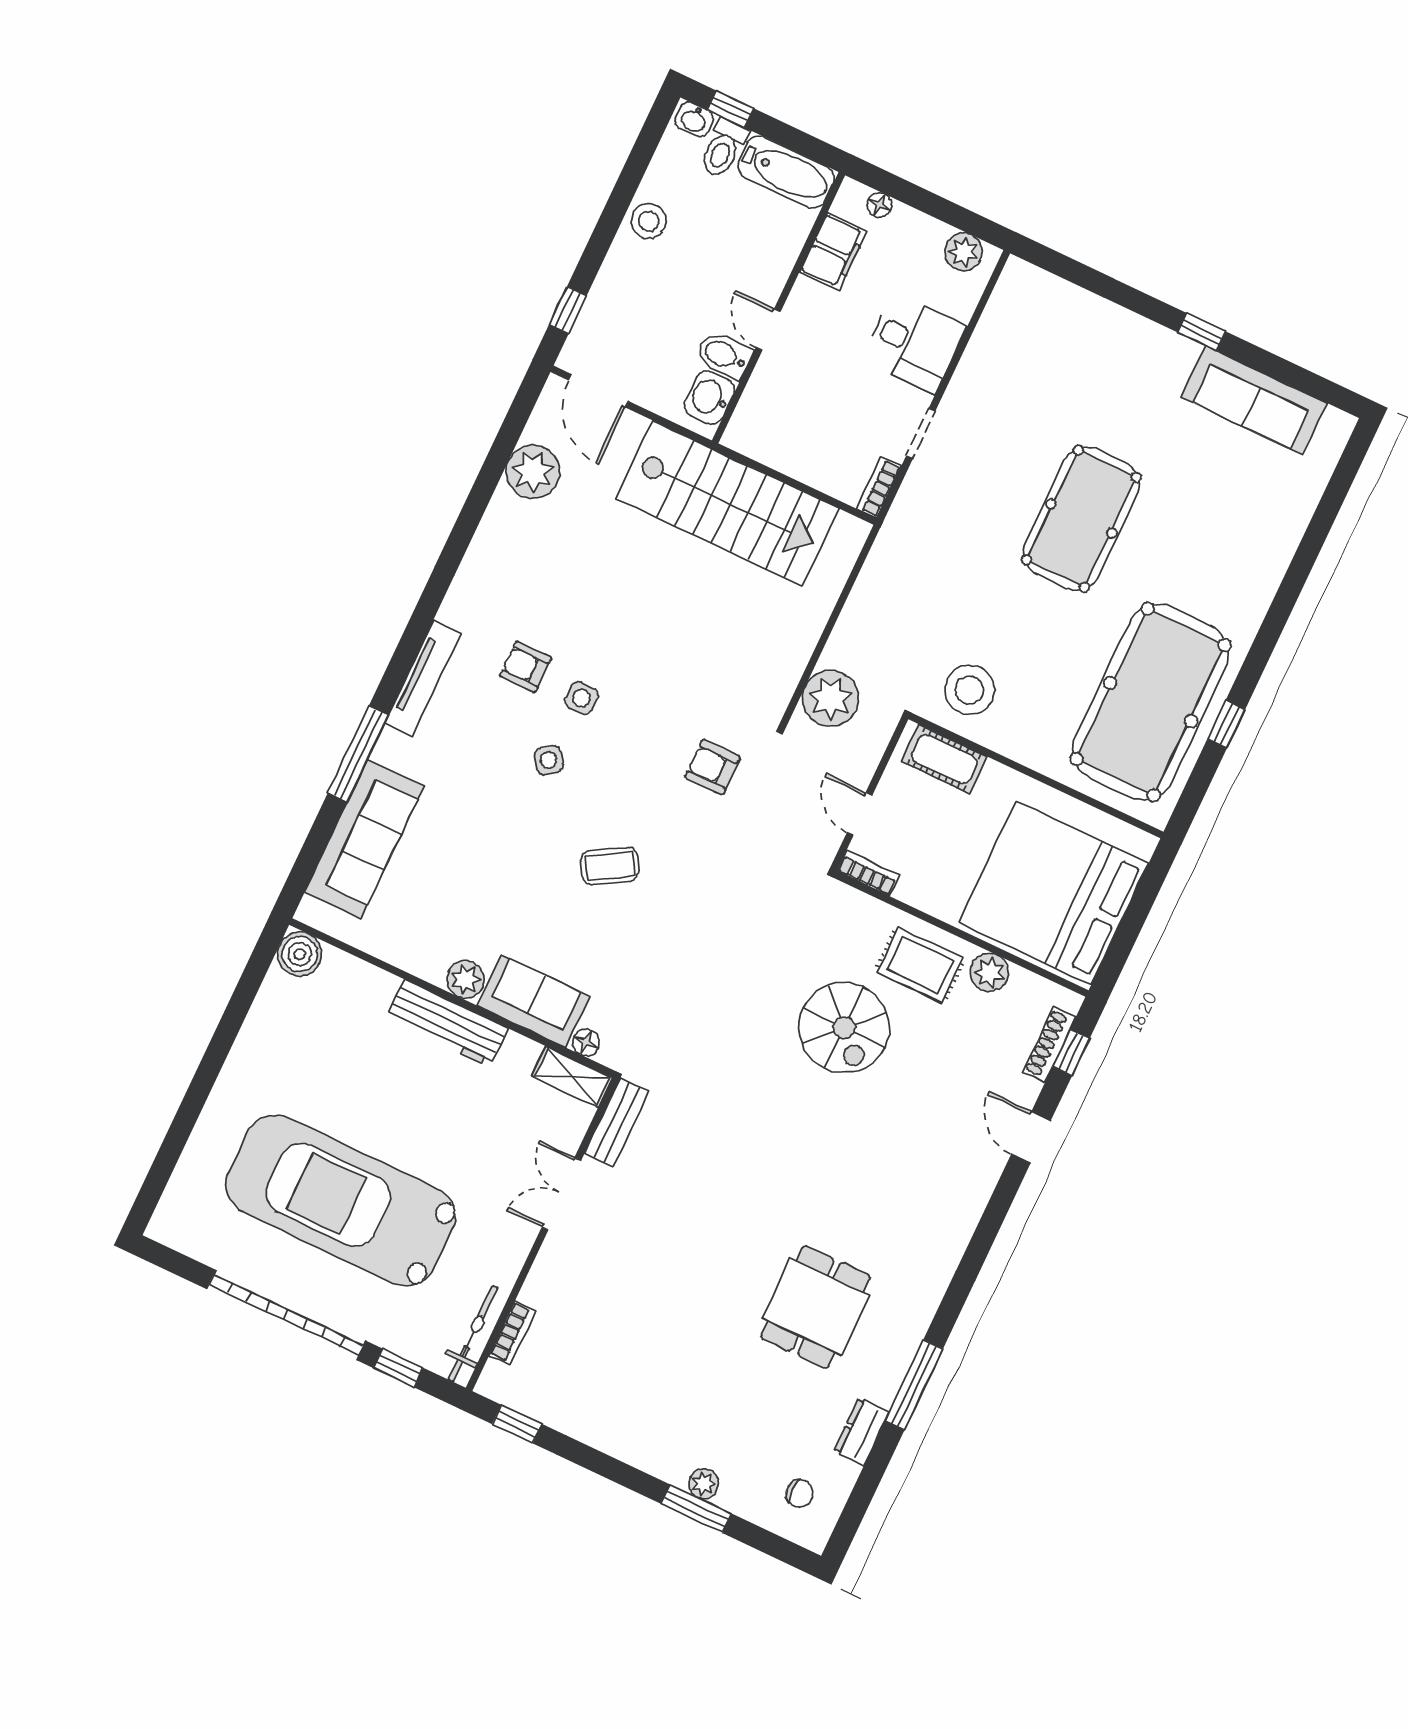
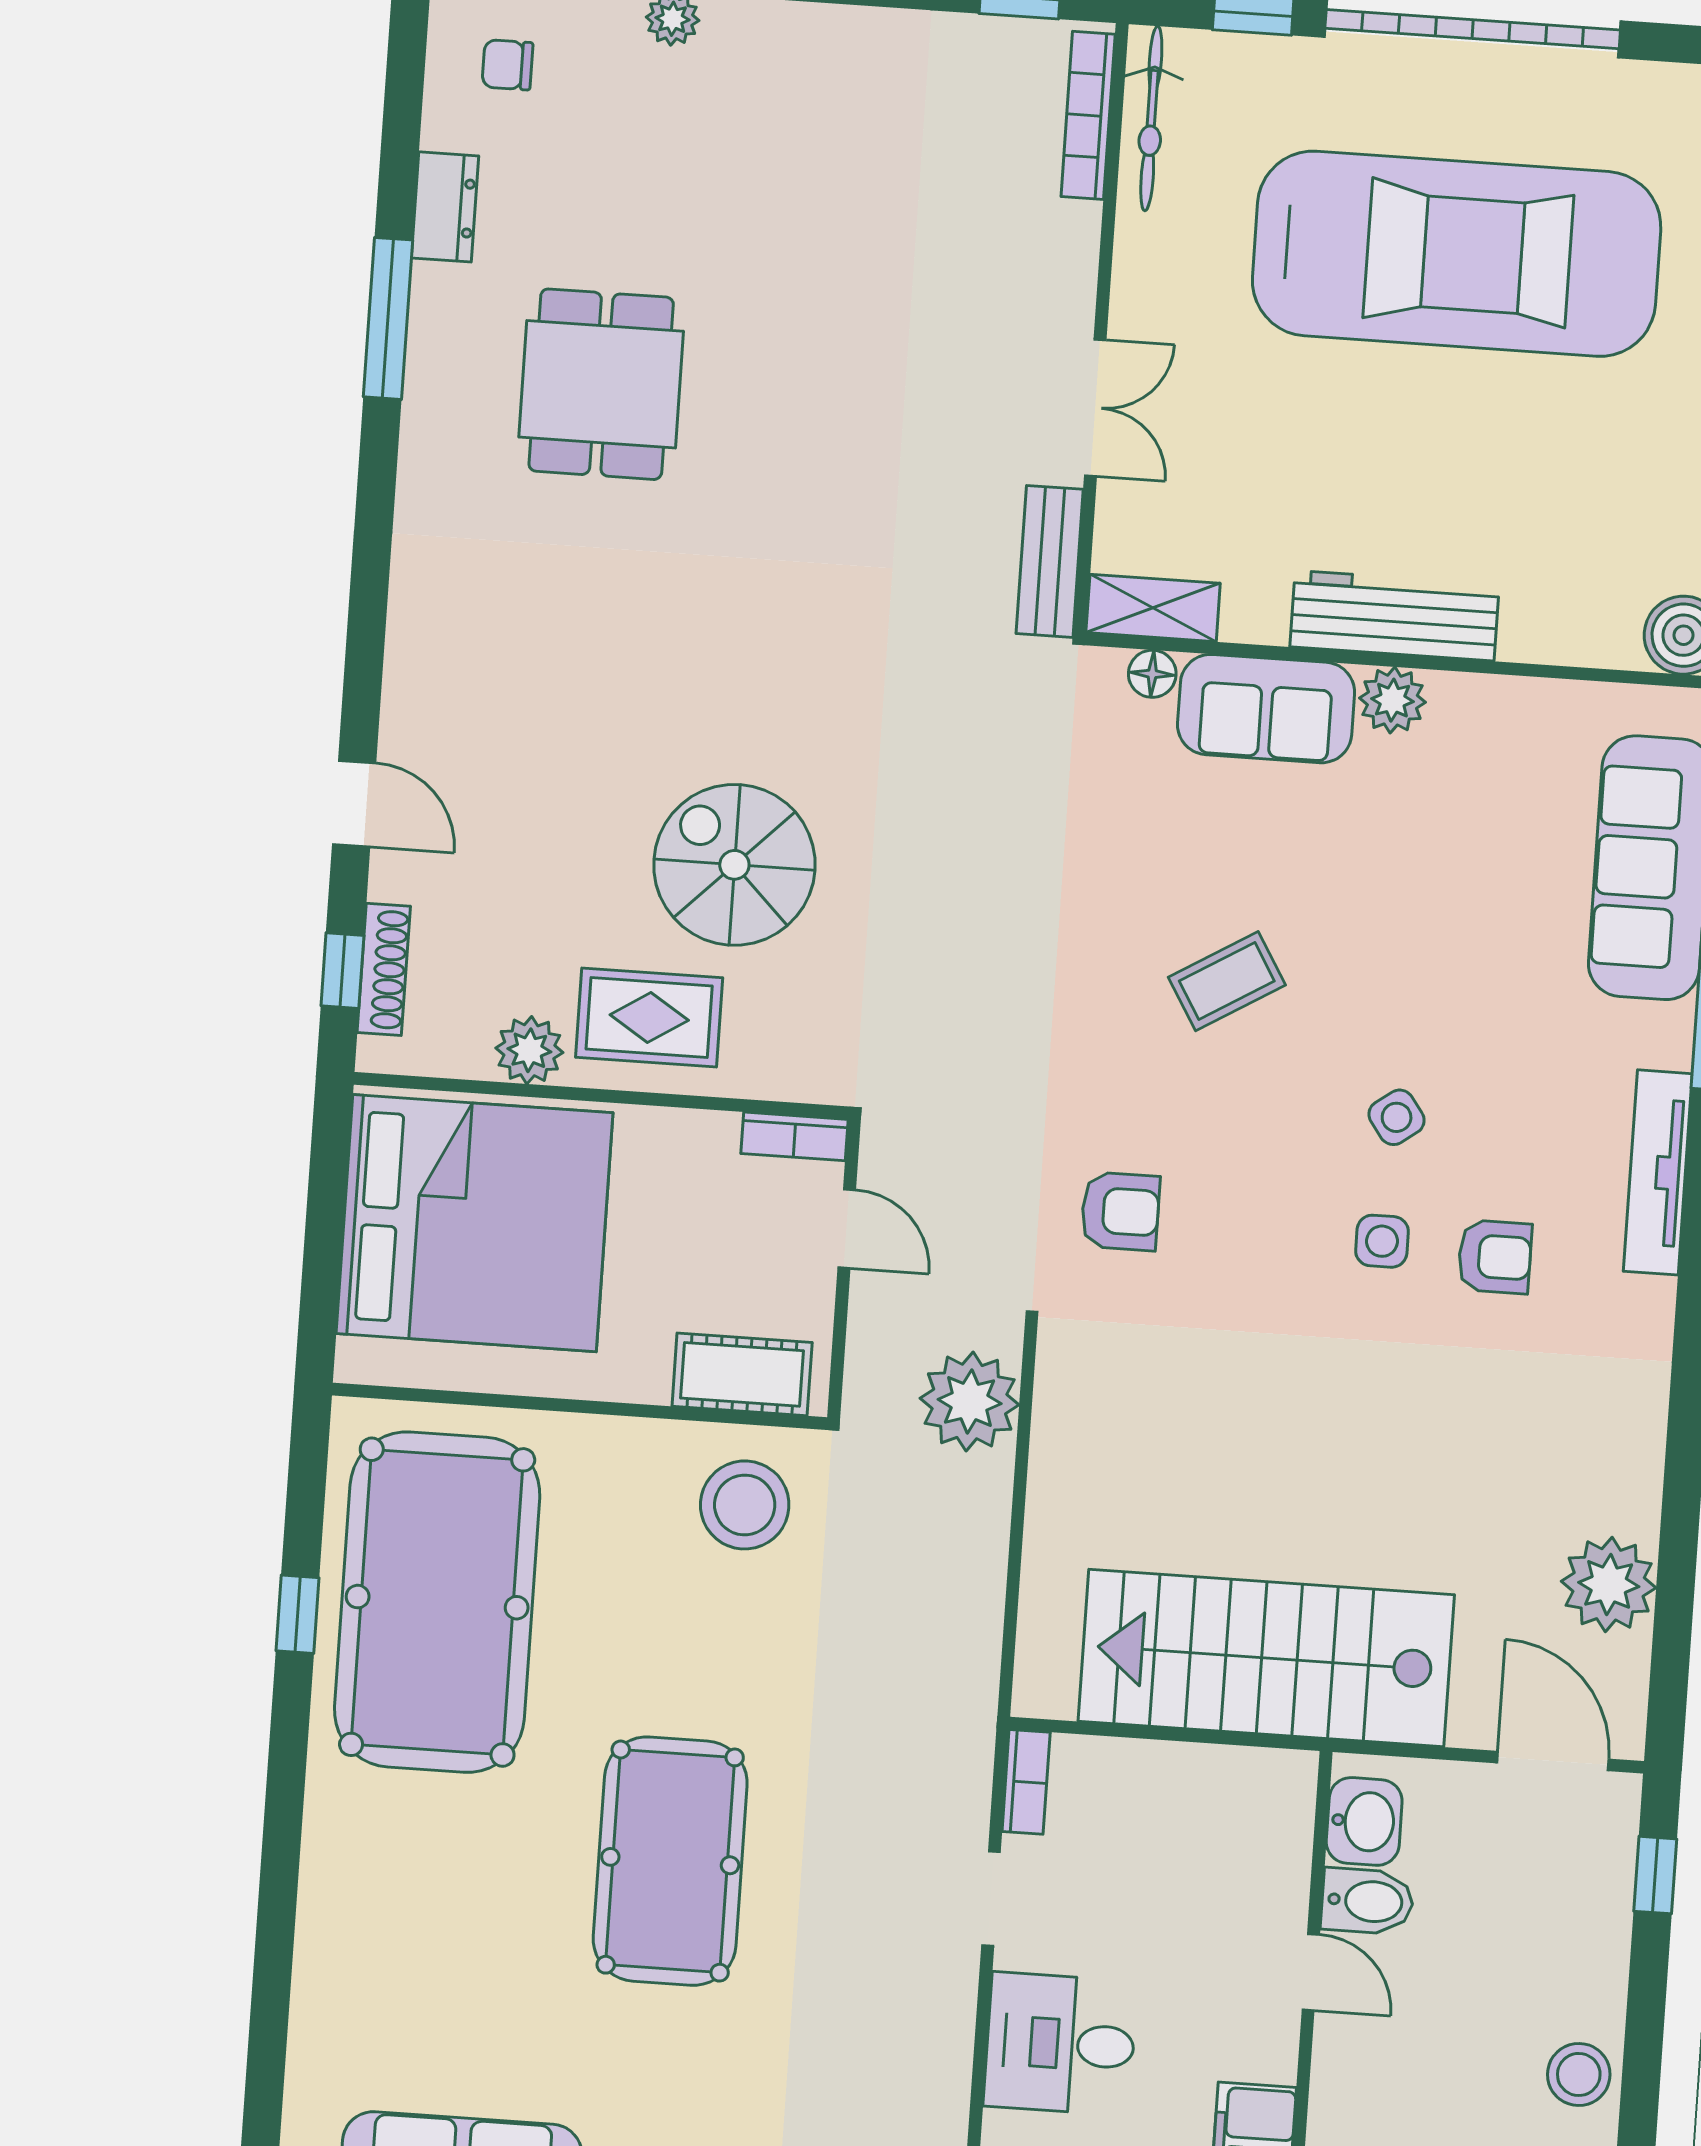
bookcase: (513, 1333) -> (1088, 115), width x1.56

